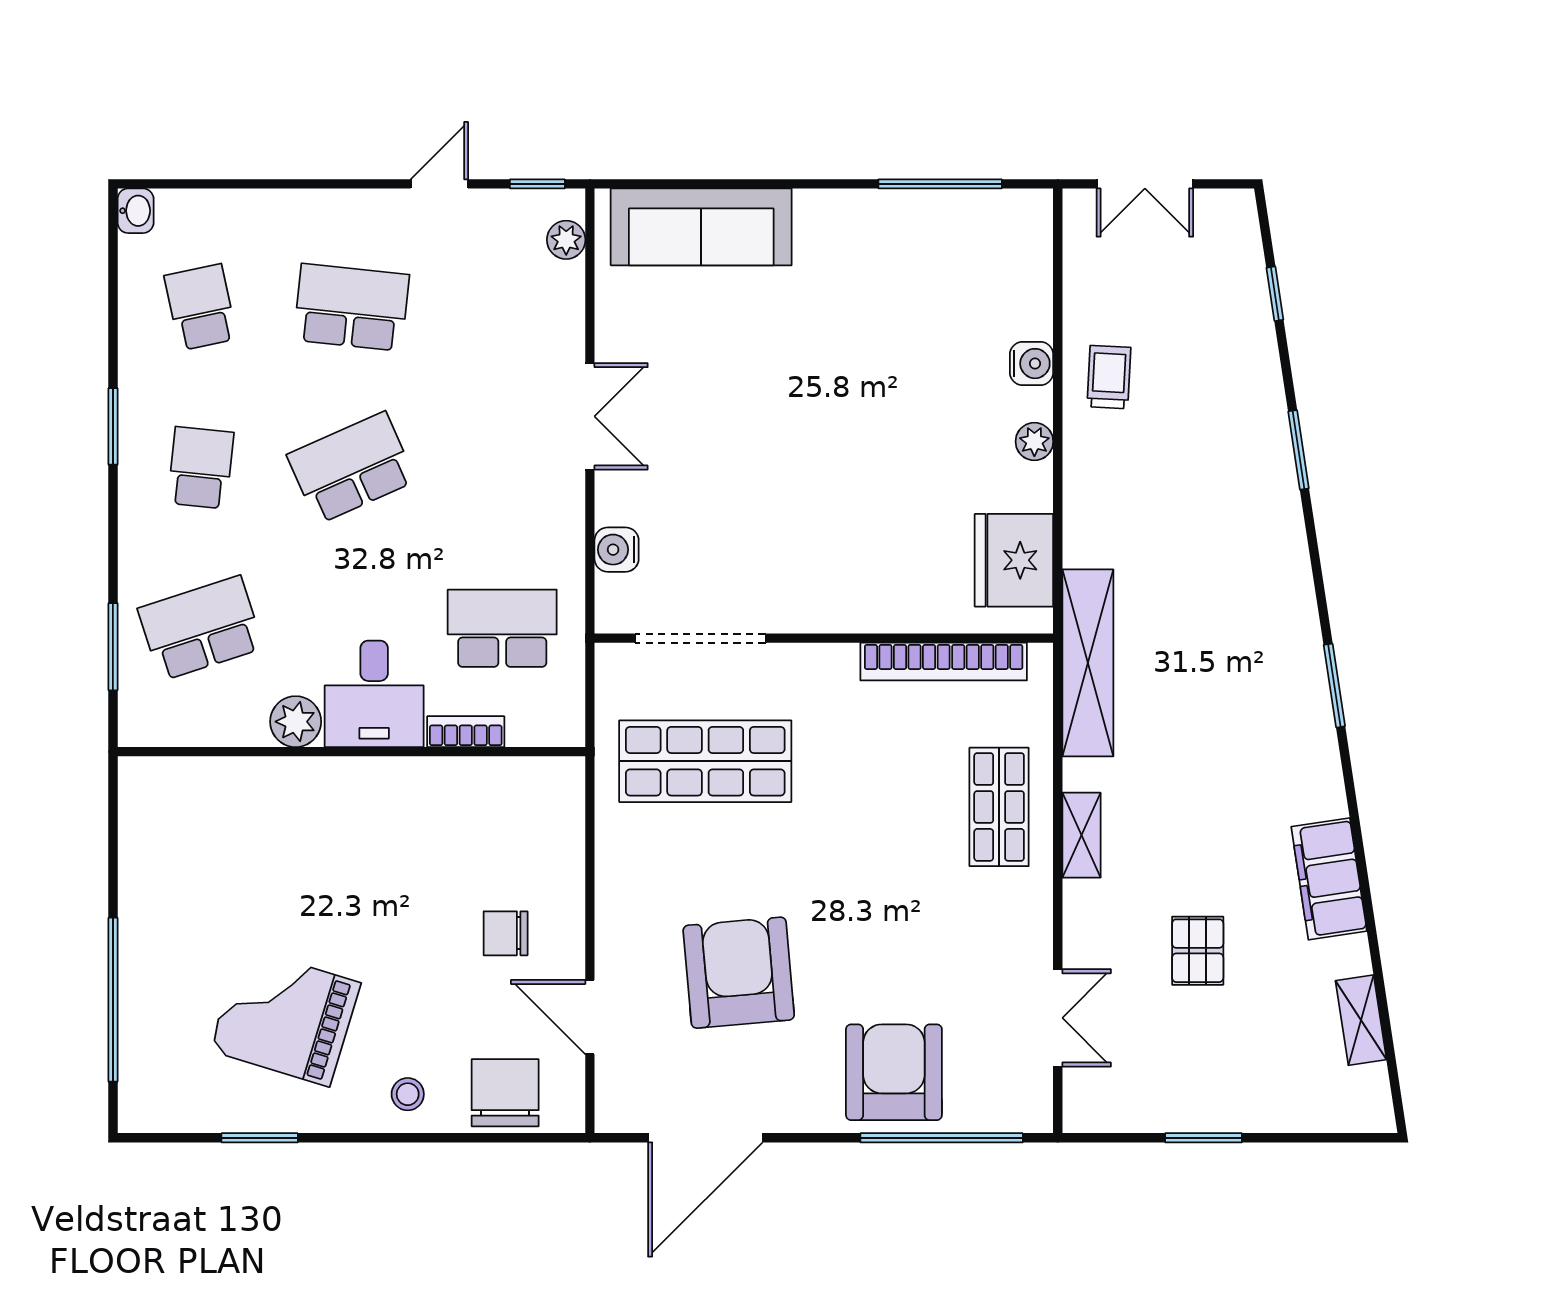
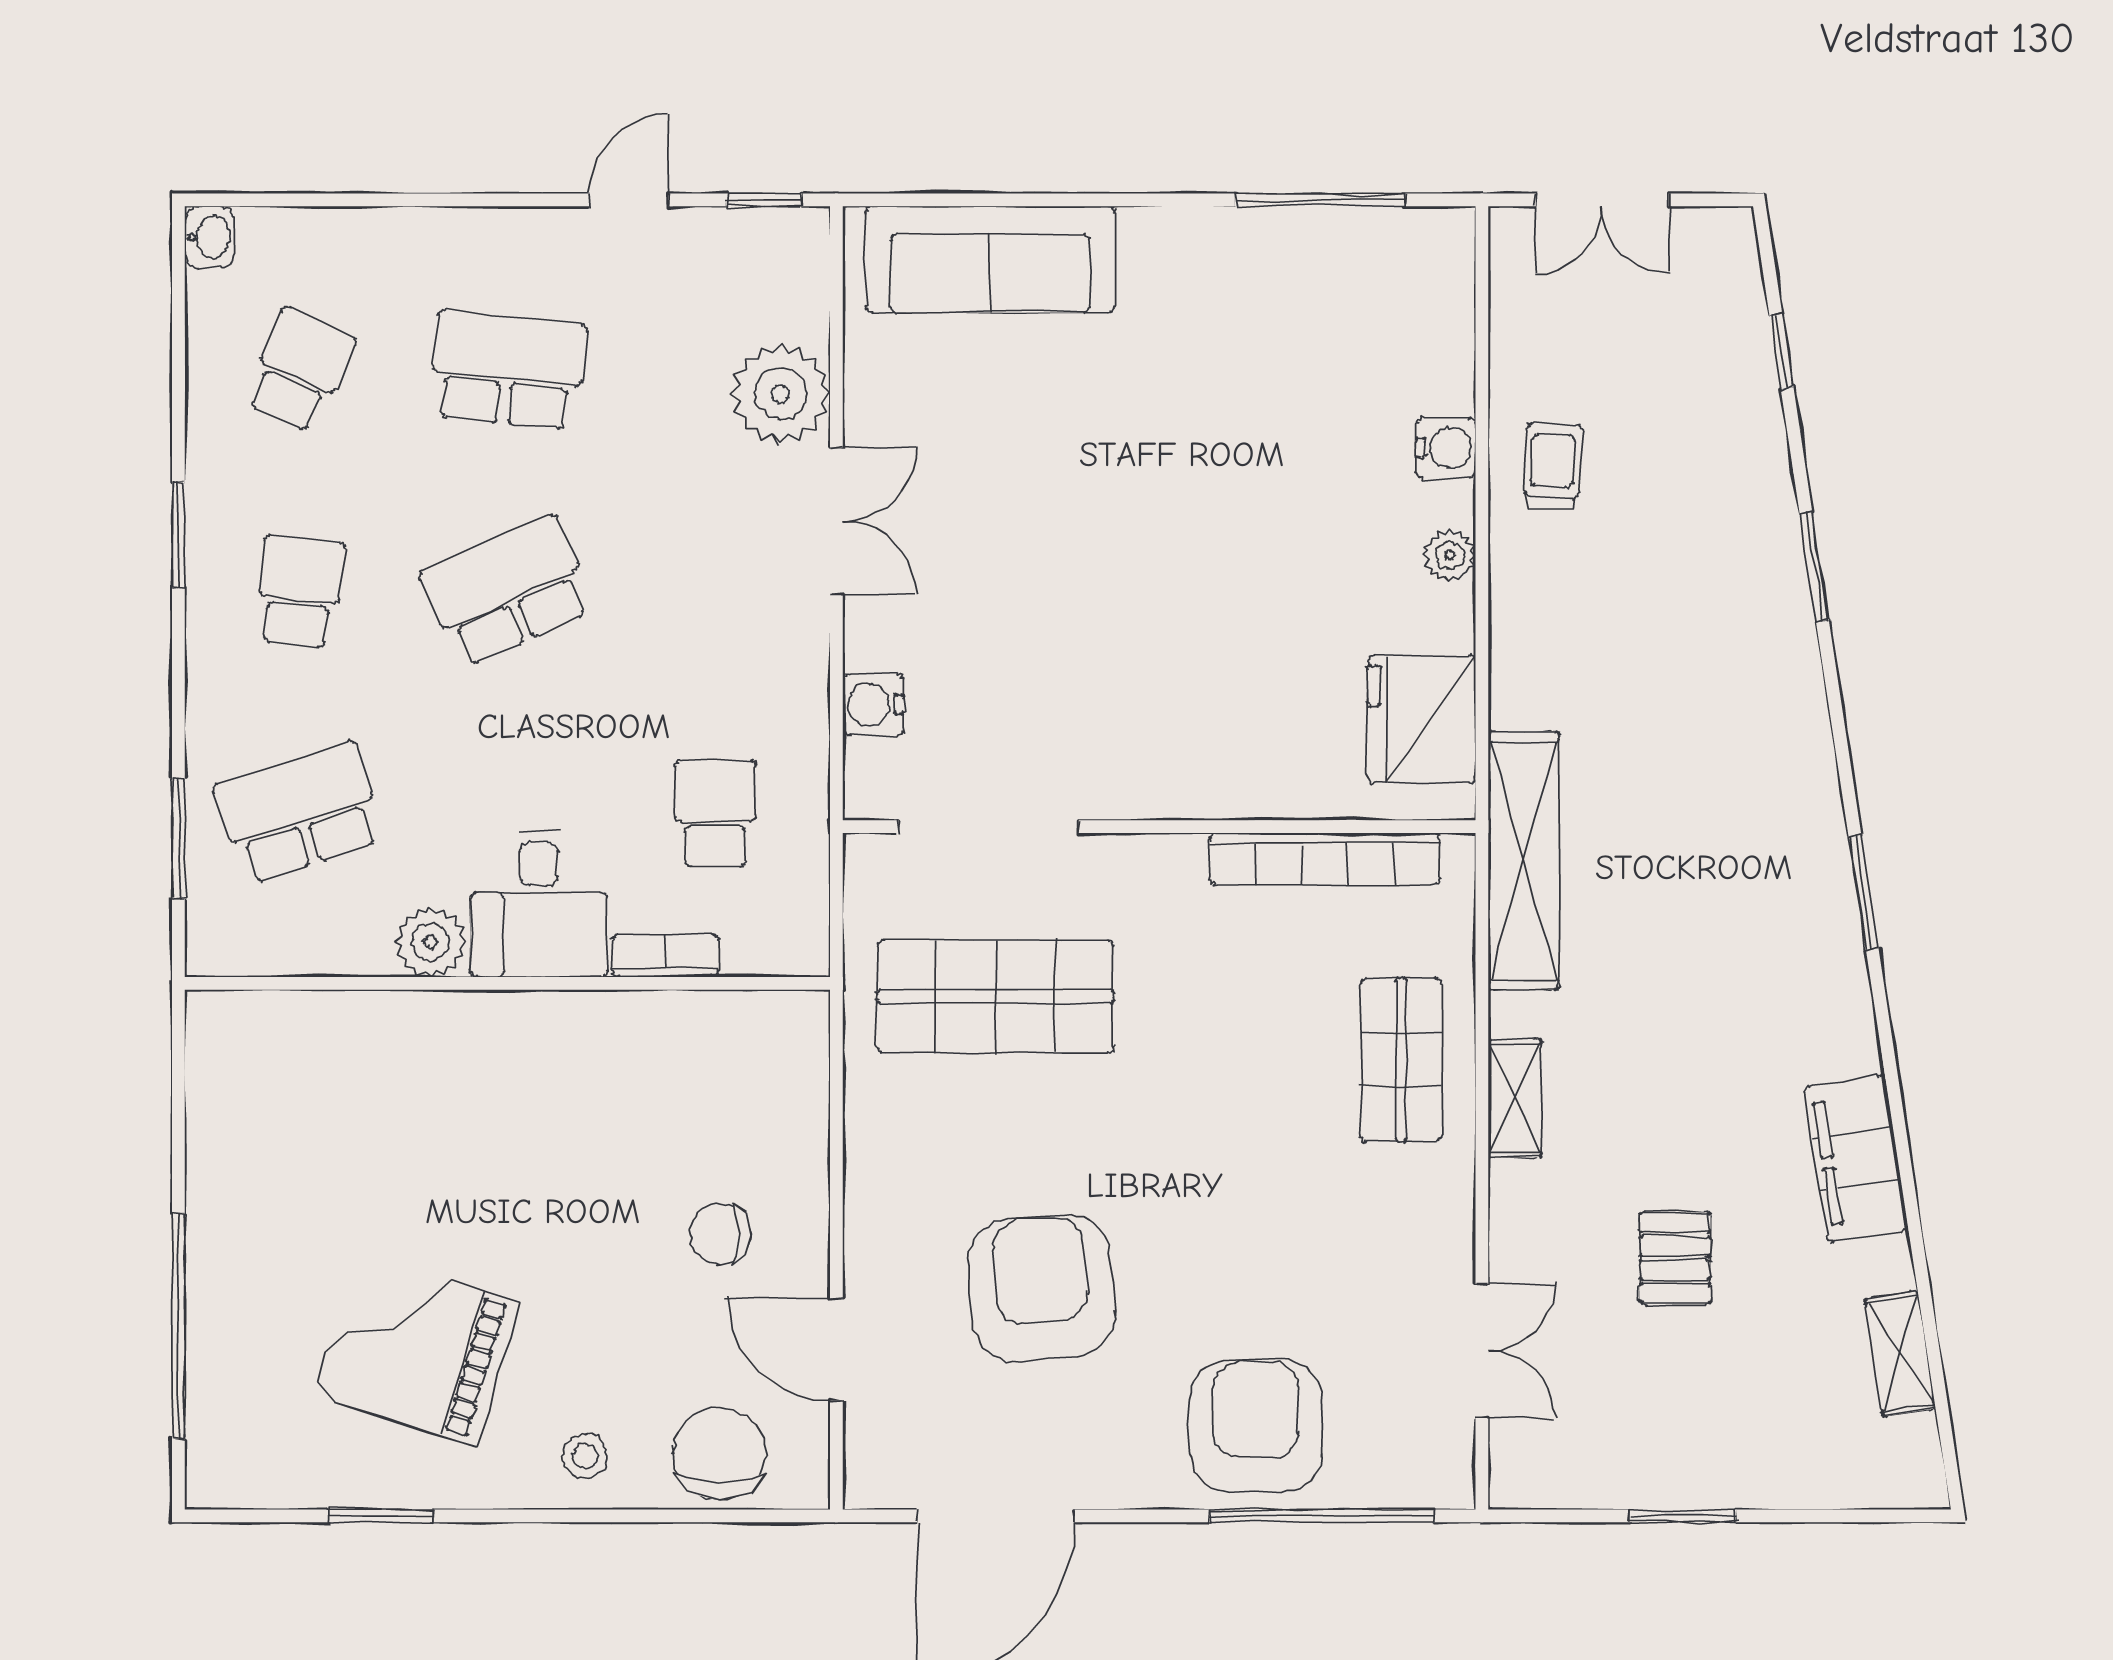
plant: (566, 240) -> (780, 394), moved, width x1.88, depth x1.88
school desk: (201, 307) -> (299, 370), turned 36
school desk: (502, 628) -> (715, 813), width x0.54

